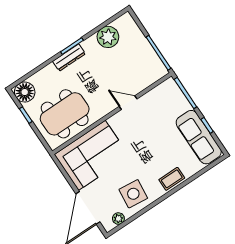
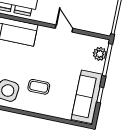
plant: (175, 94) -> (100, 54), added
coffee table: (172, 179) -> (39, 87), moved

